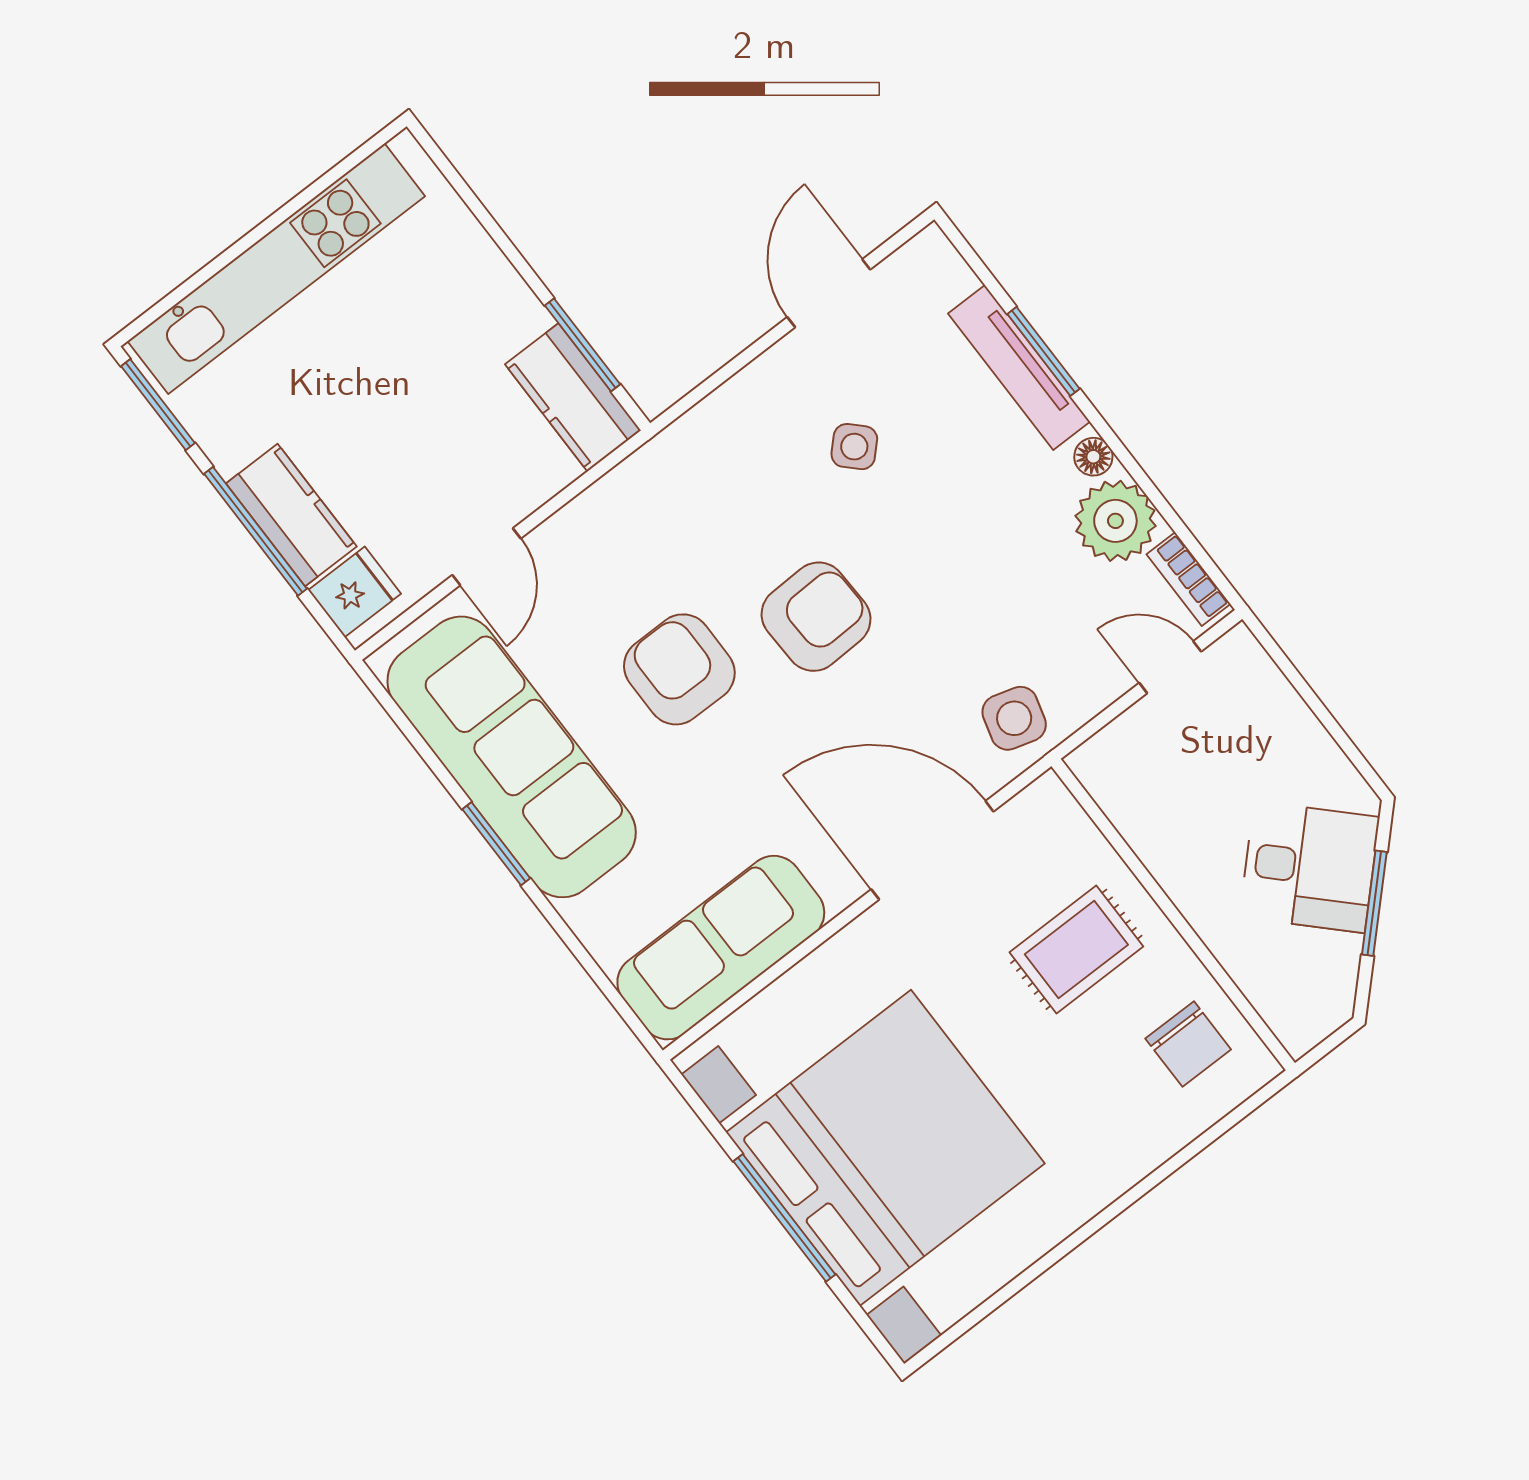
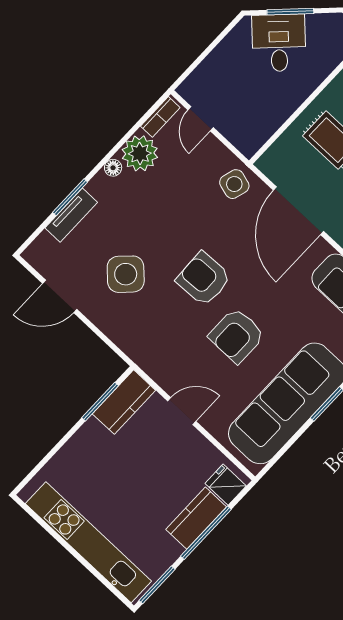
tv unit: (1019, 368) -> (71, 215), width x0.71
side table: (854, 447) -> (126, 274), width x1.87, depth x1.87
door: (486, 557) -> (182, 411), moved

